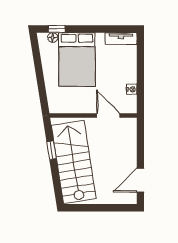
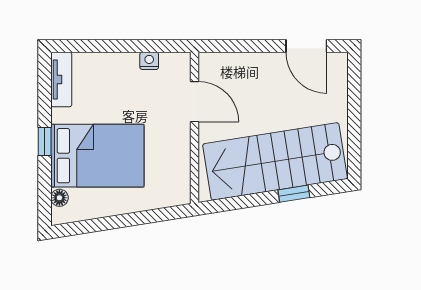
window: (57, 29) -> (45, 142), moved
door: (108, 116) -> (194, 102), swing flipped
window: (51, 150) -> (294, 194), moved

